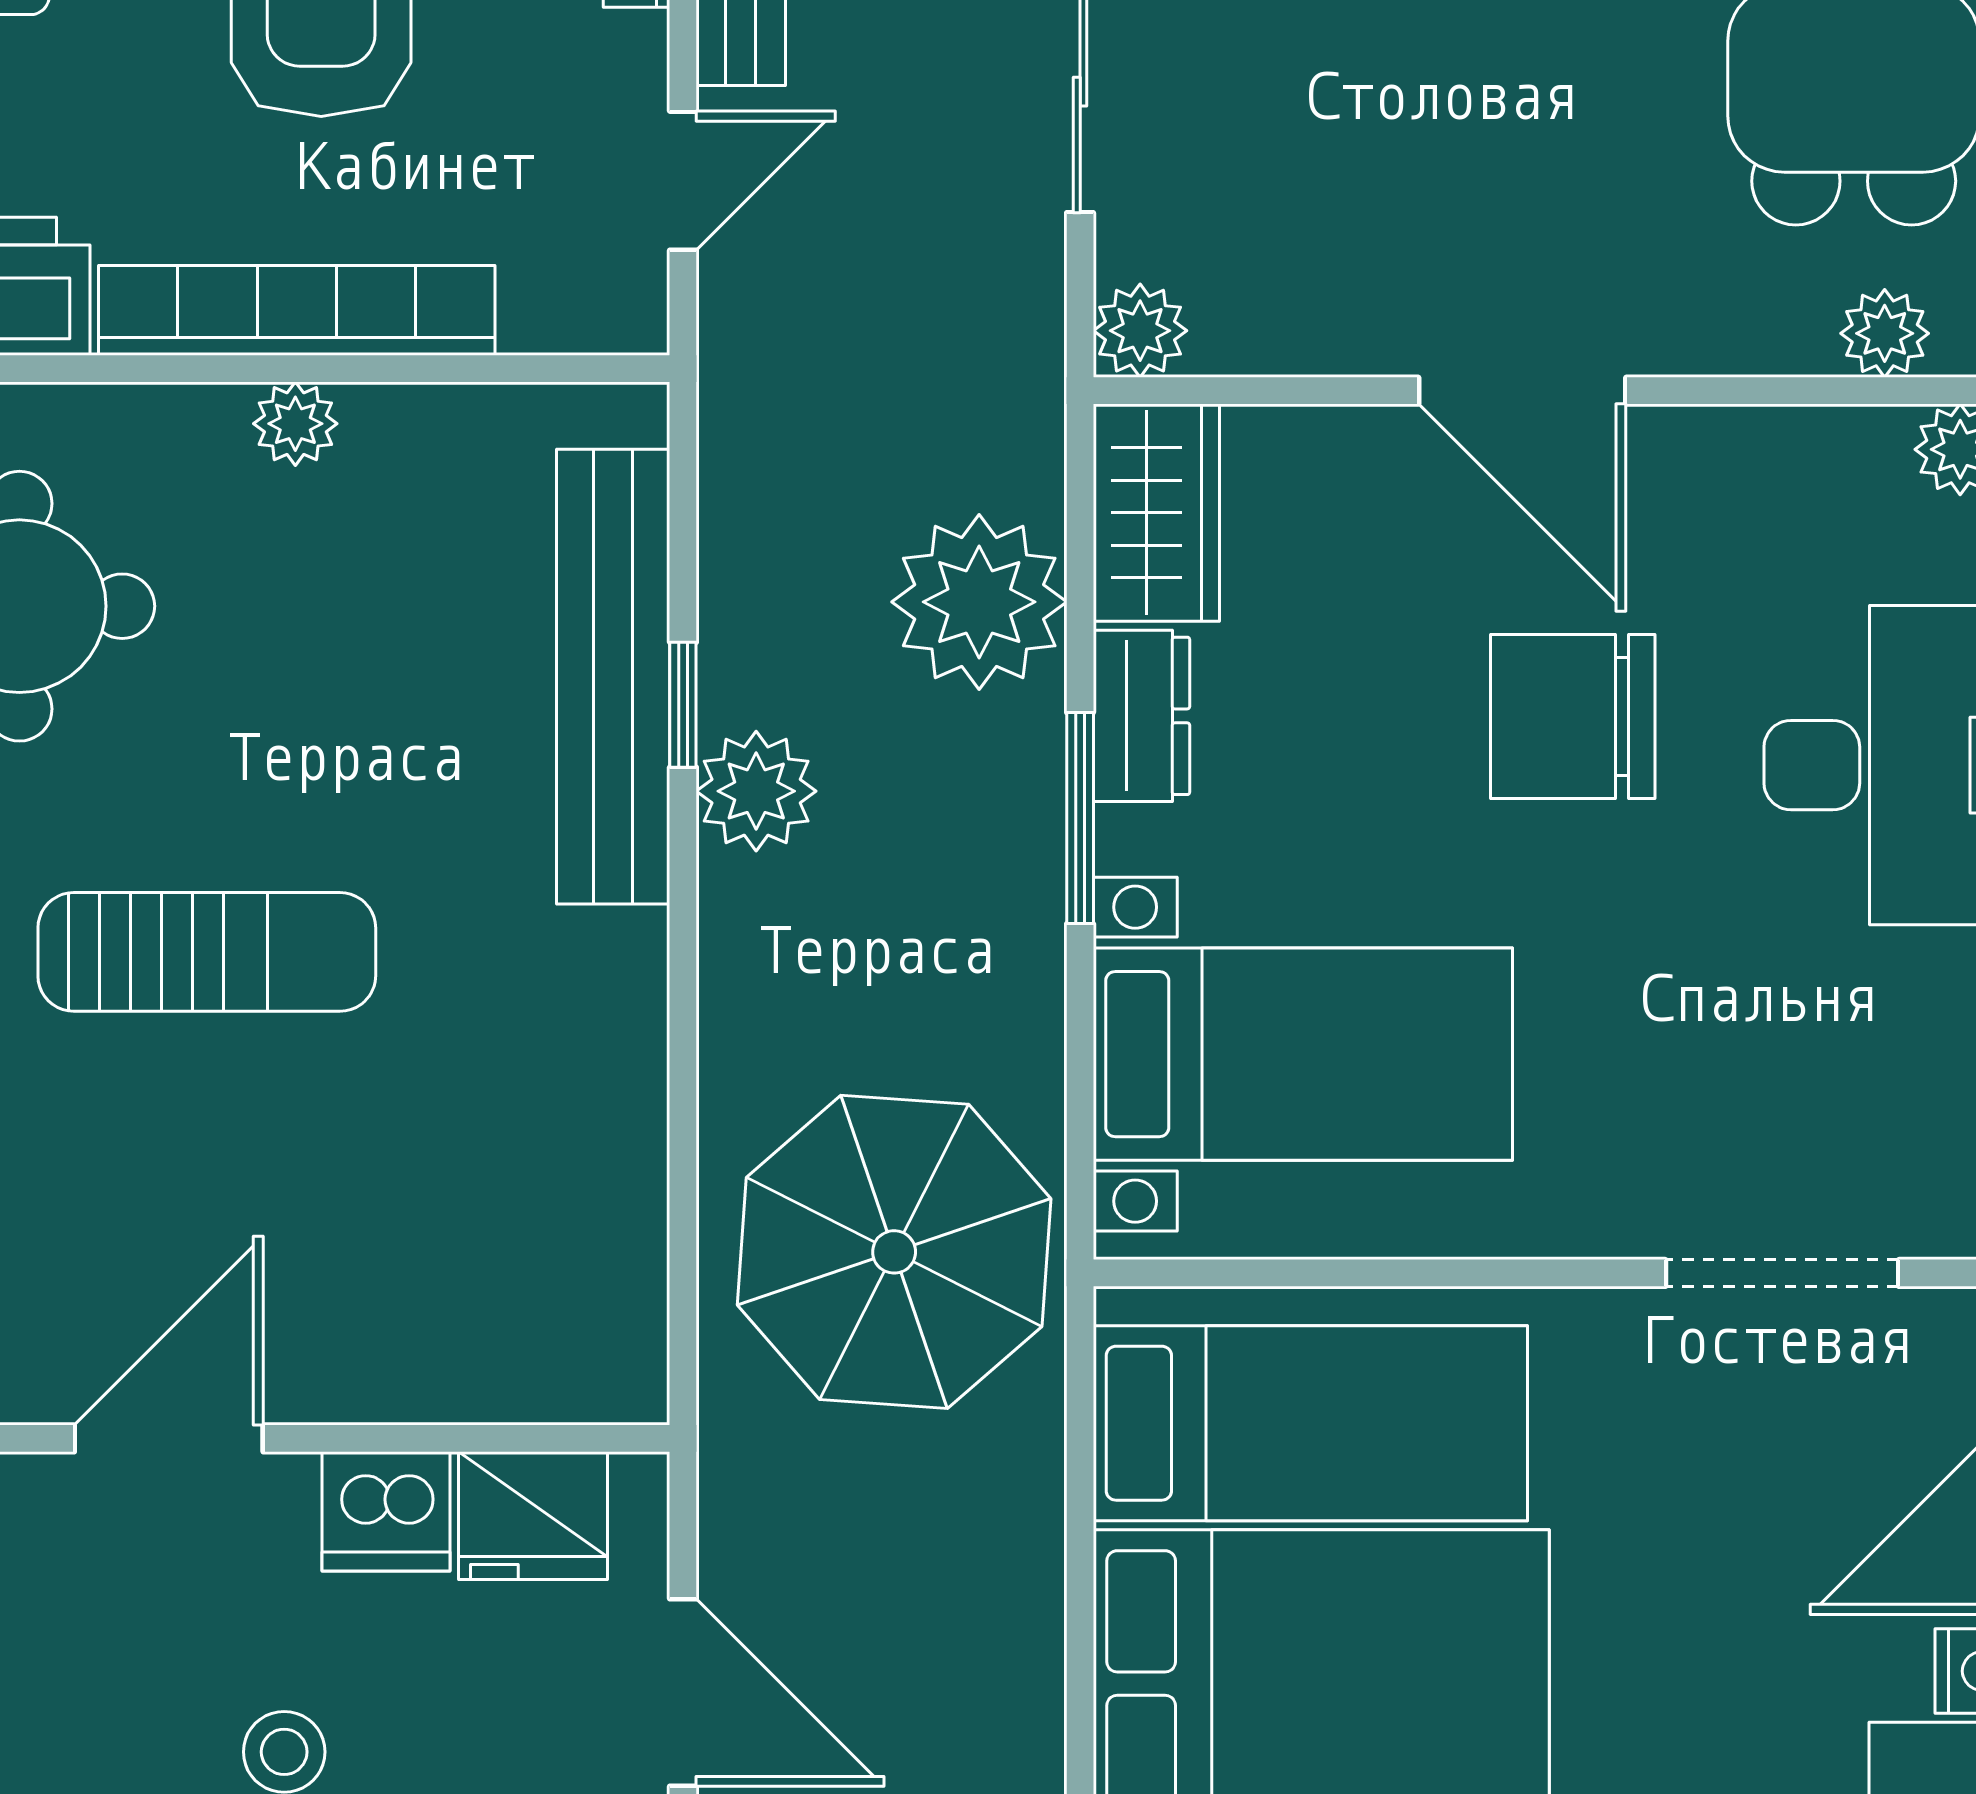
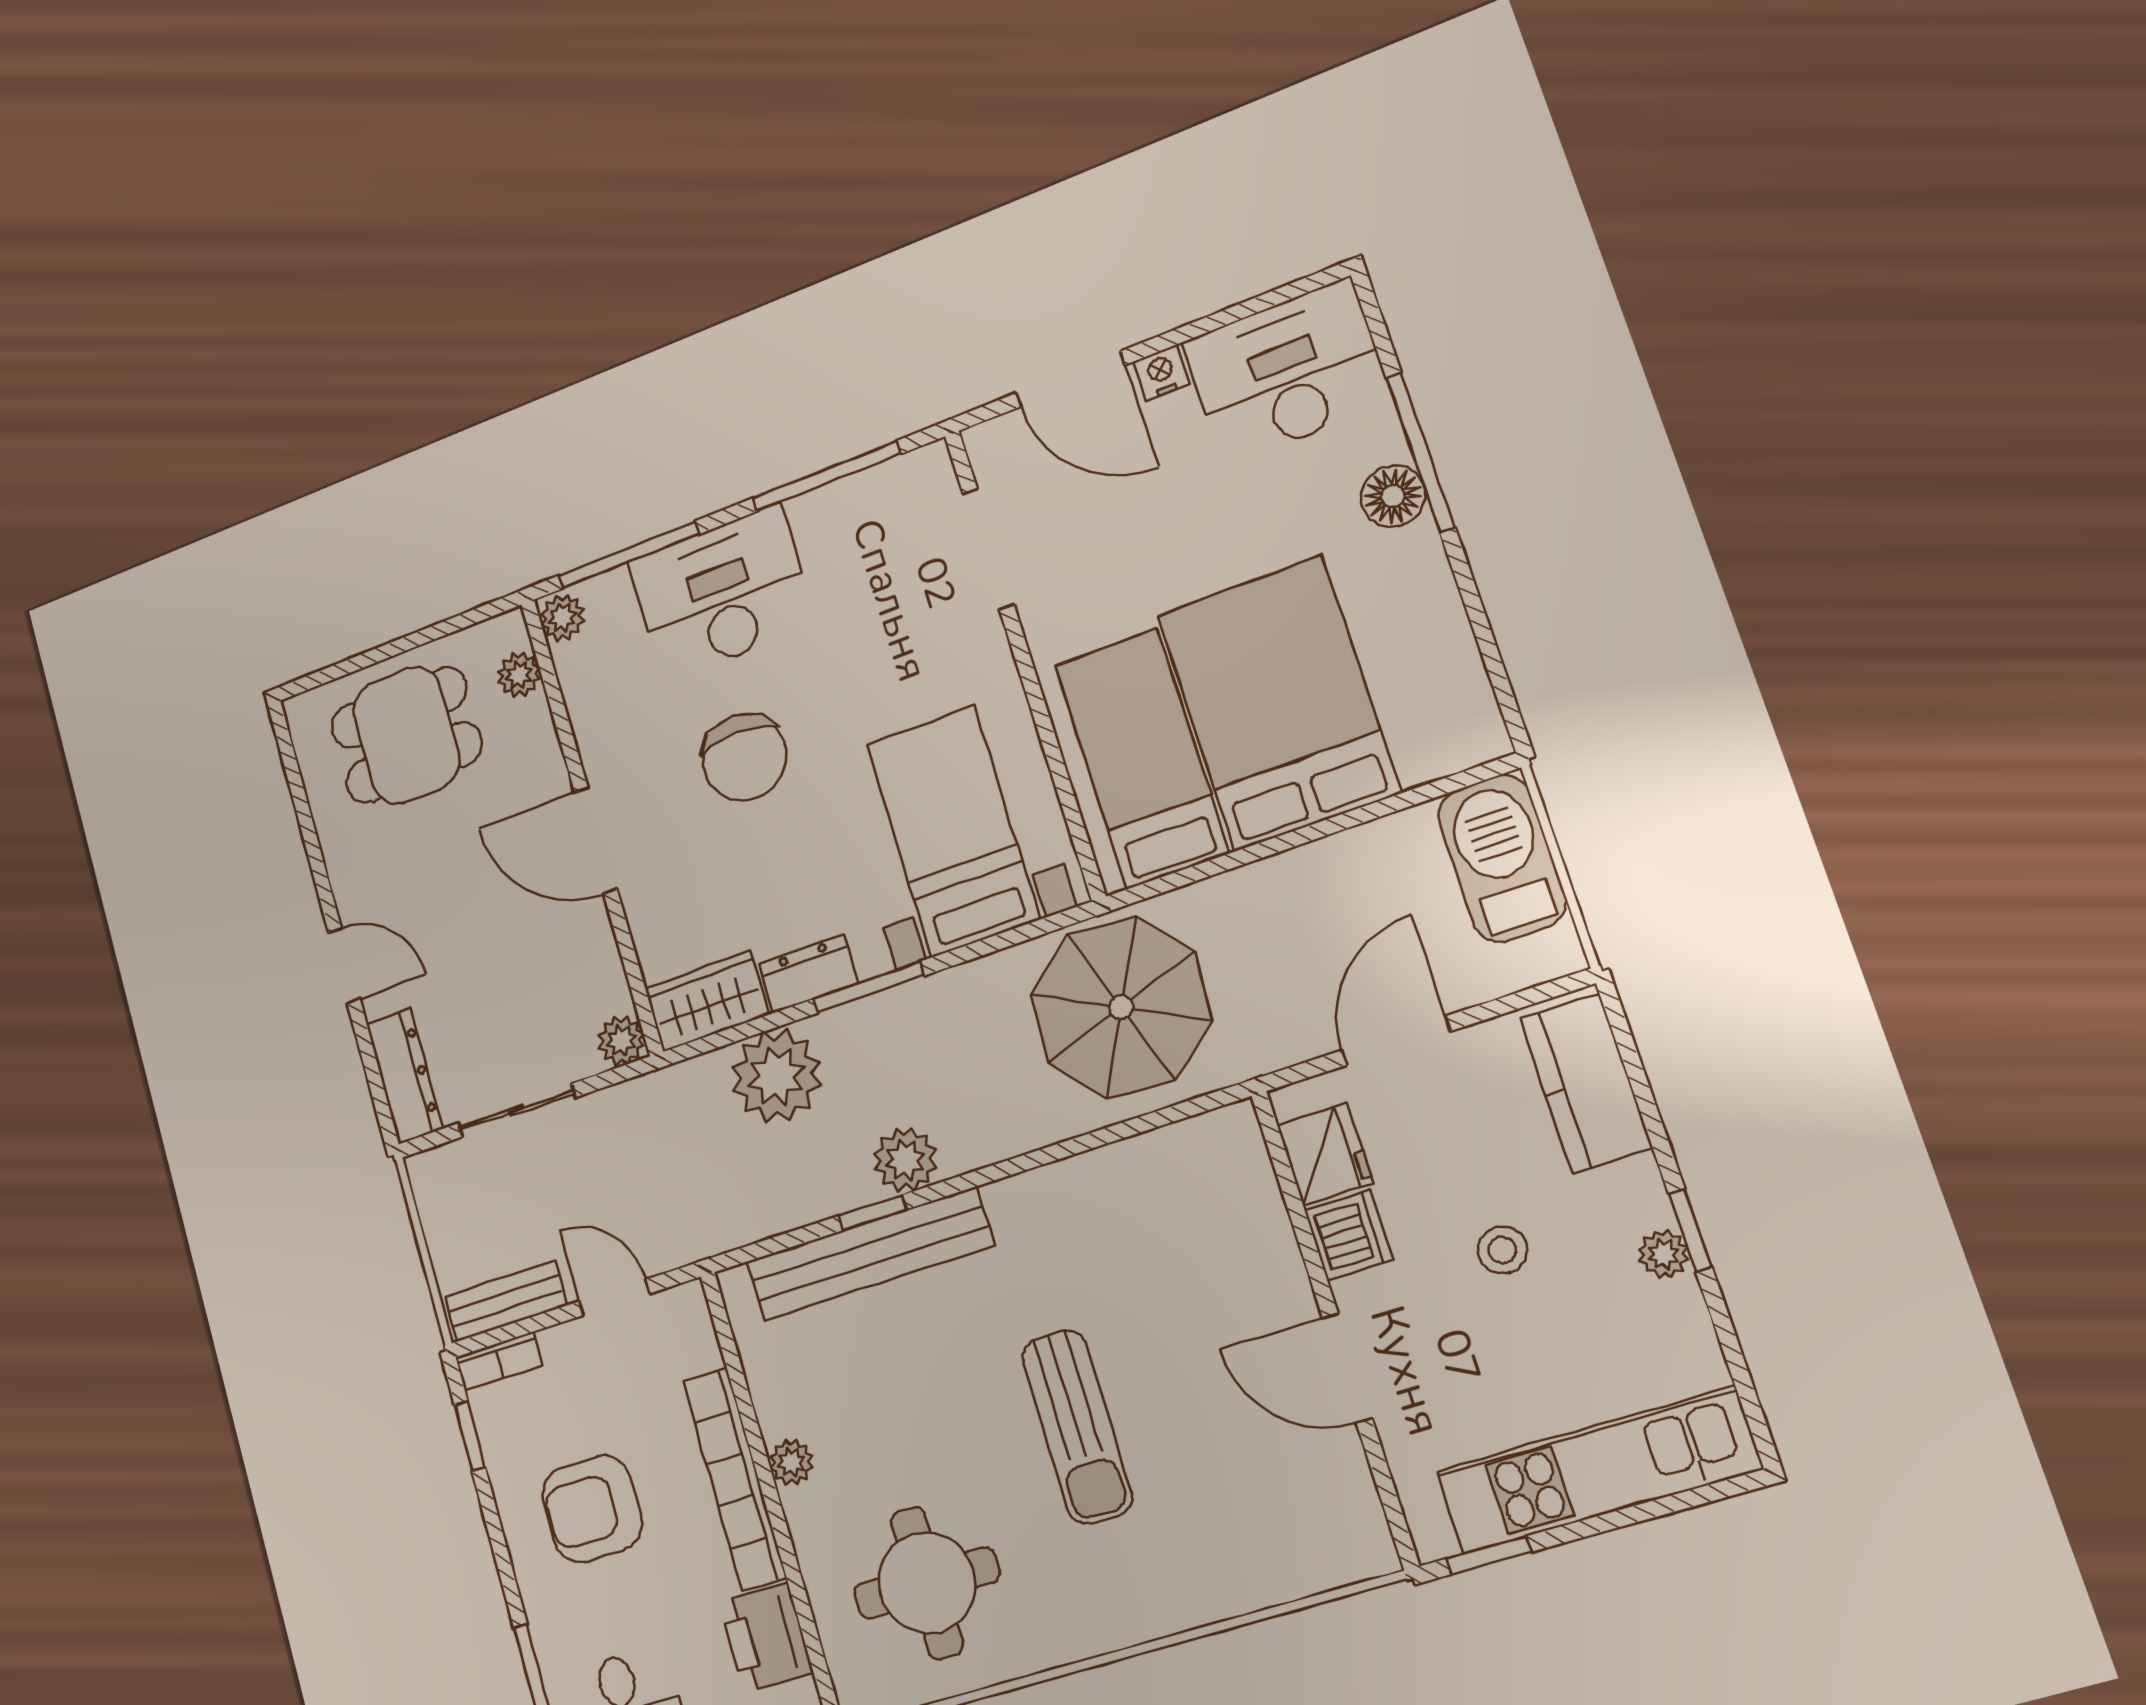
door: (1522, 391) -> (596, 841), swing flipped
sun lounger: (207, 952) -> (1077, 1427), turned 180

